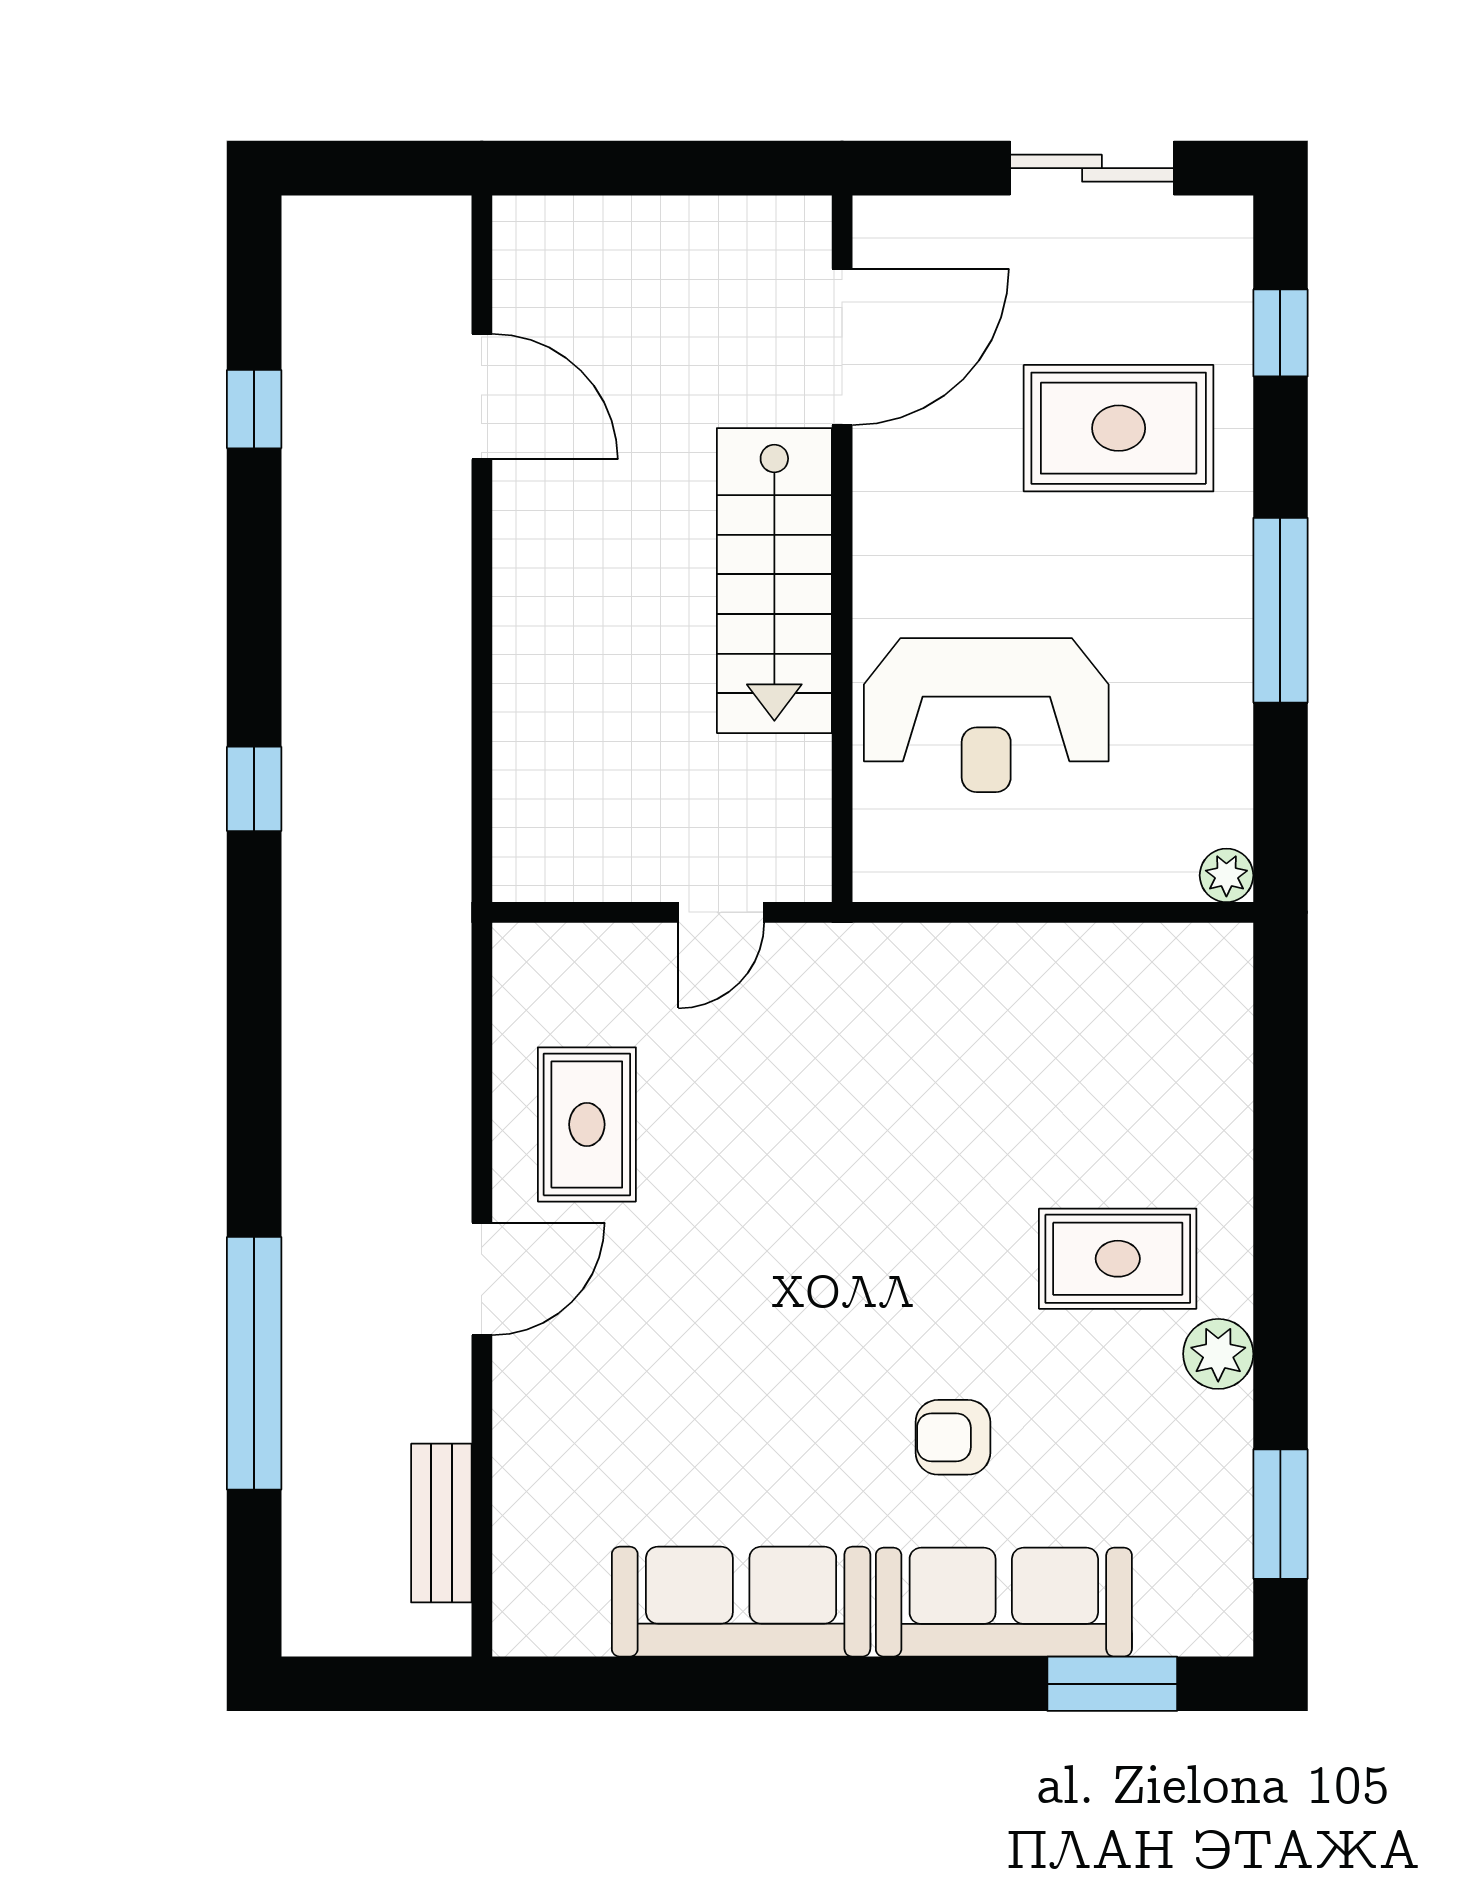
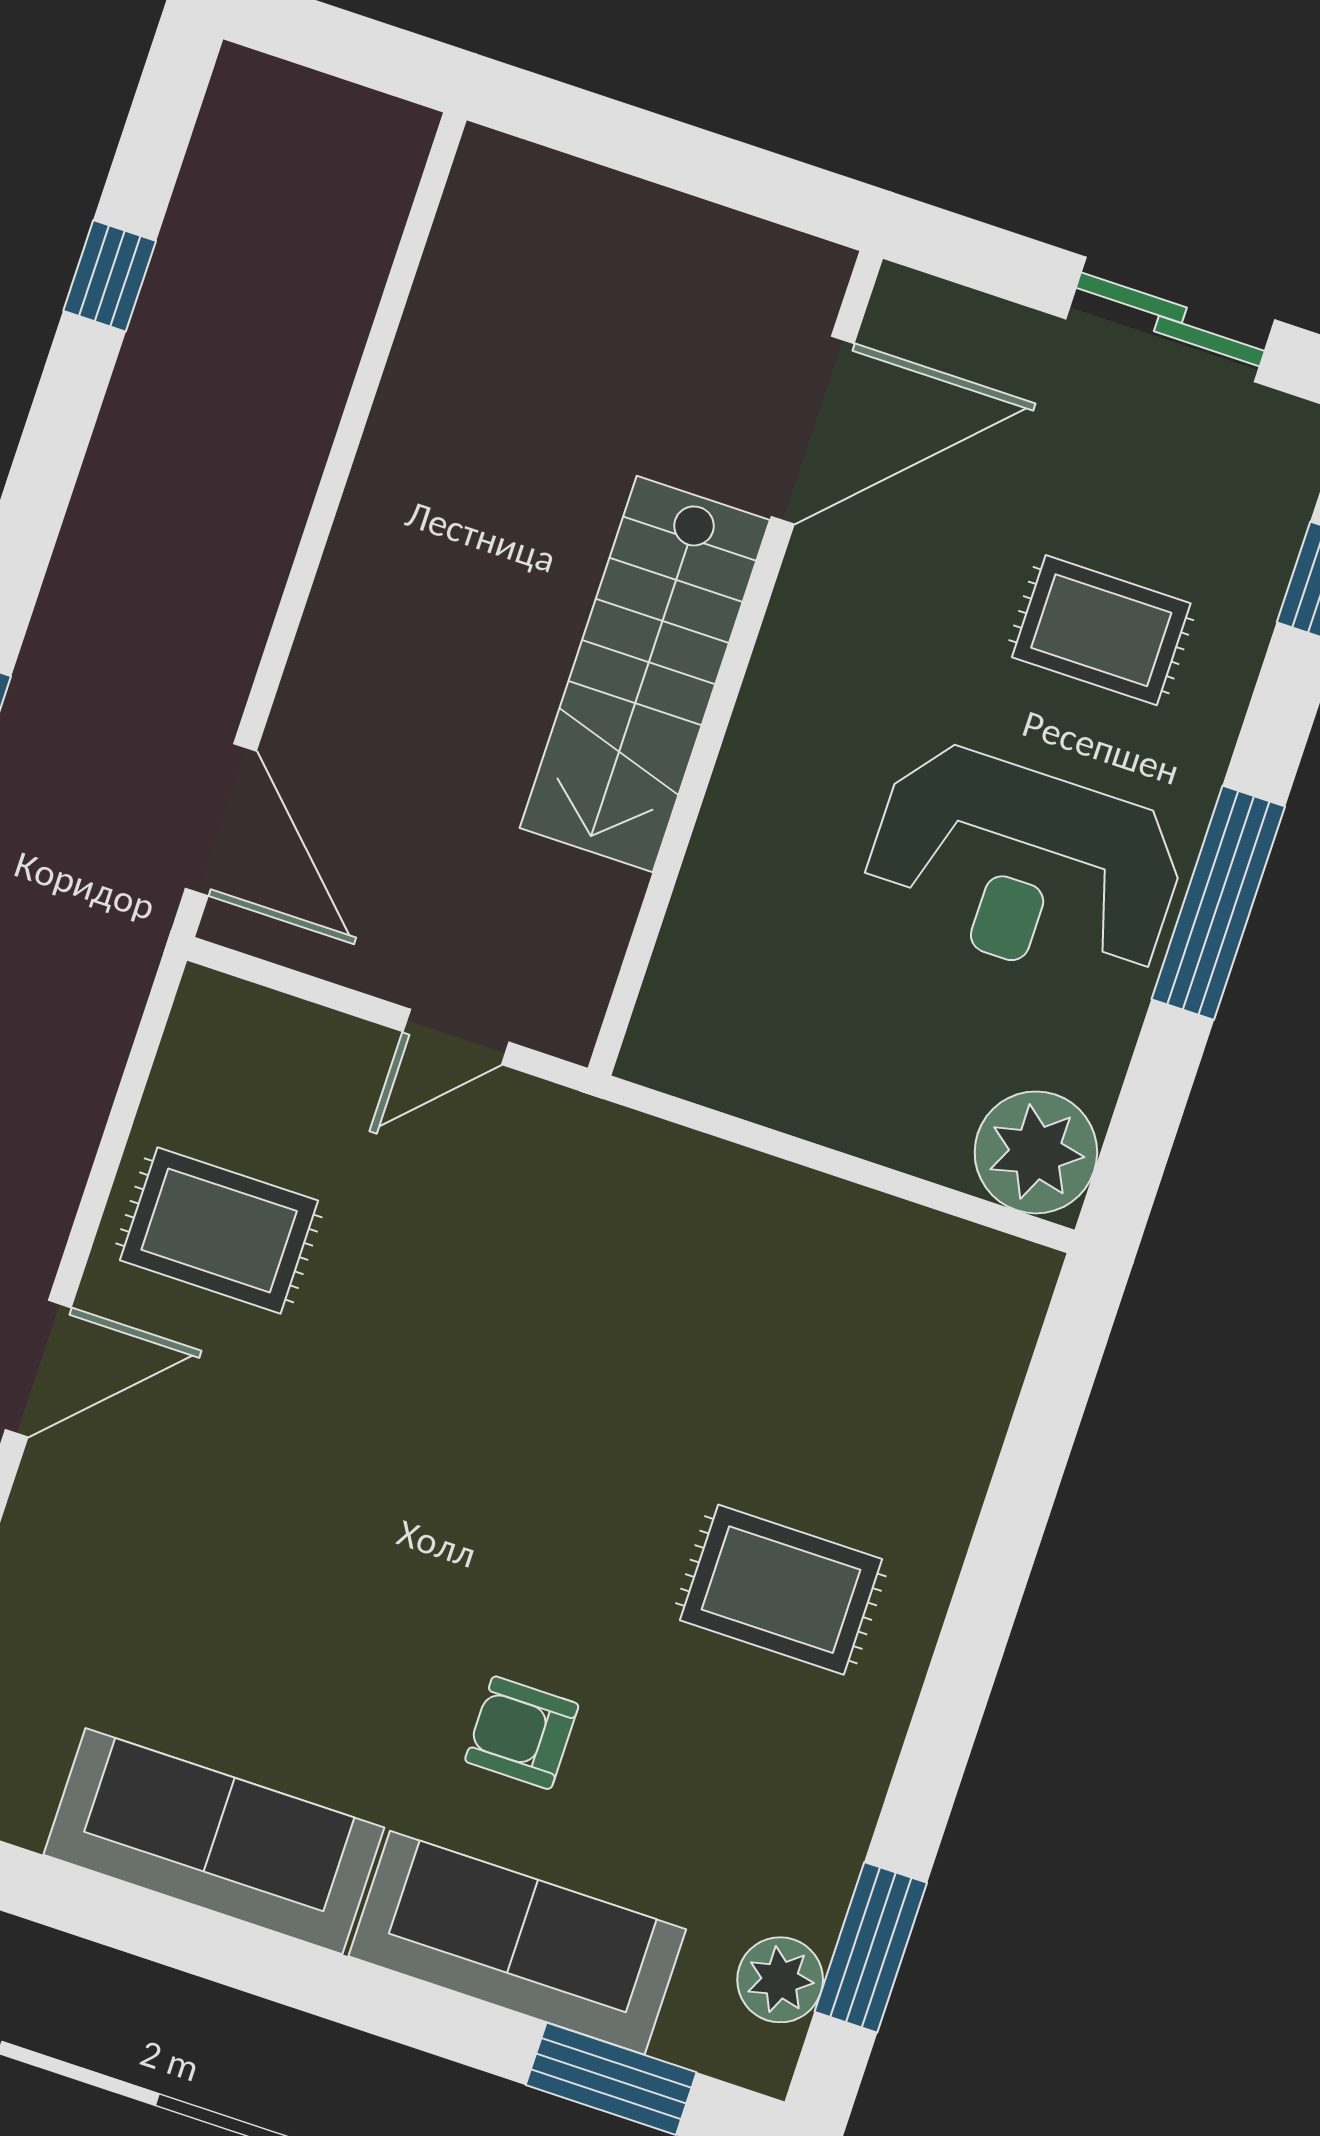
door: (482, 397) -> (221, 820), moved
rug: (1119, 428) -> (1101, 630), width x0.73, depth x0.70
reception desk: (986, 715) -> (1024, 867), moved
plant: (1226, 875) -> (1036, 1152), width x1.87, depth x1.87
rug: (587, 1124) -> (219, 1230), turned 90
plant: (1218, 1354) -> (780, 1980), moved

